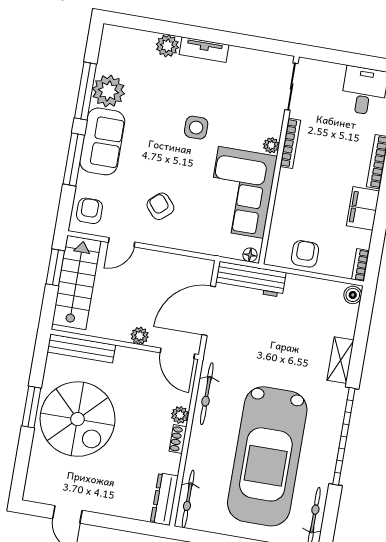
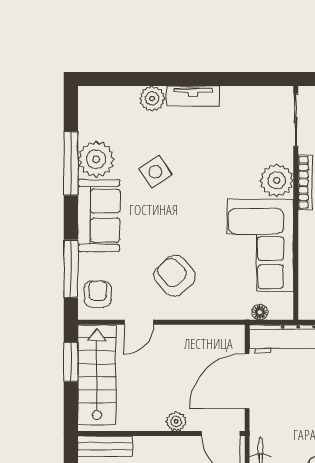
side table: (196, 128) -> (155, 172), moved, turned -34
plant: (271, 145) -> (277, 180), width x1.87, depth x1.87
window: (74, 159) -> (71, 269), moved
armchair: (160, 206) -> (175, 276), width x1.38, depth x1.38
floor lamp: (250, 255) -> (260, 312), moved
bench: (81, 348) -> (105, 446), width x0.73

